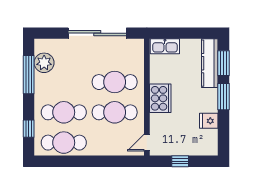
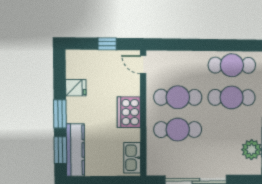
kitchen sink: (165, 46) -> (132, 158), moved, turned -90
door: (147, 143) -> (143, 65), swing flipped

